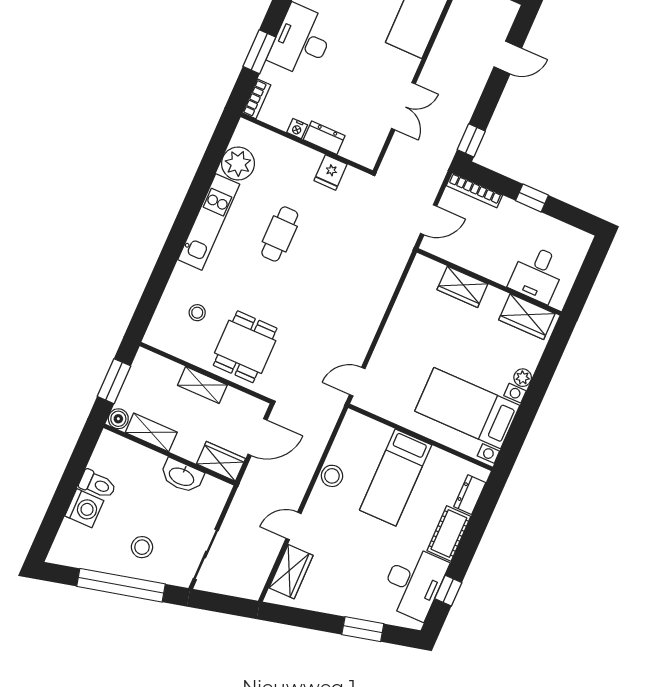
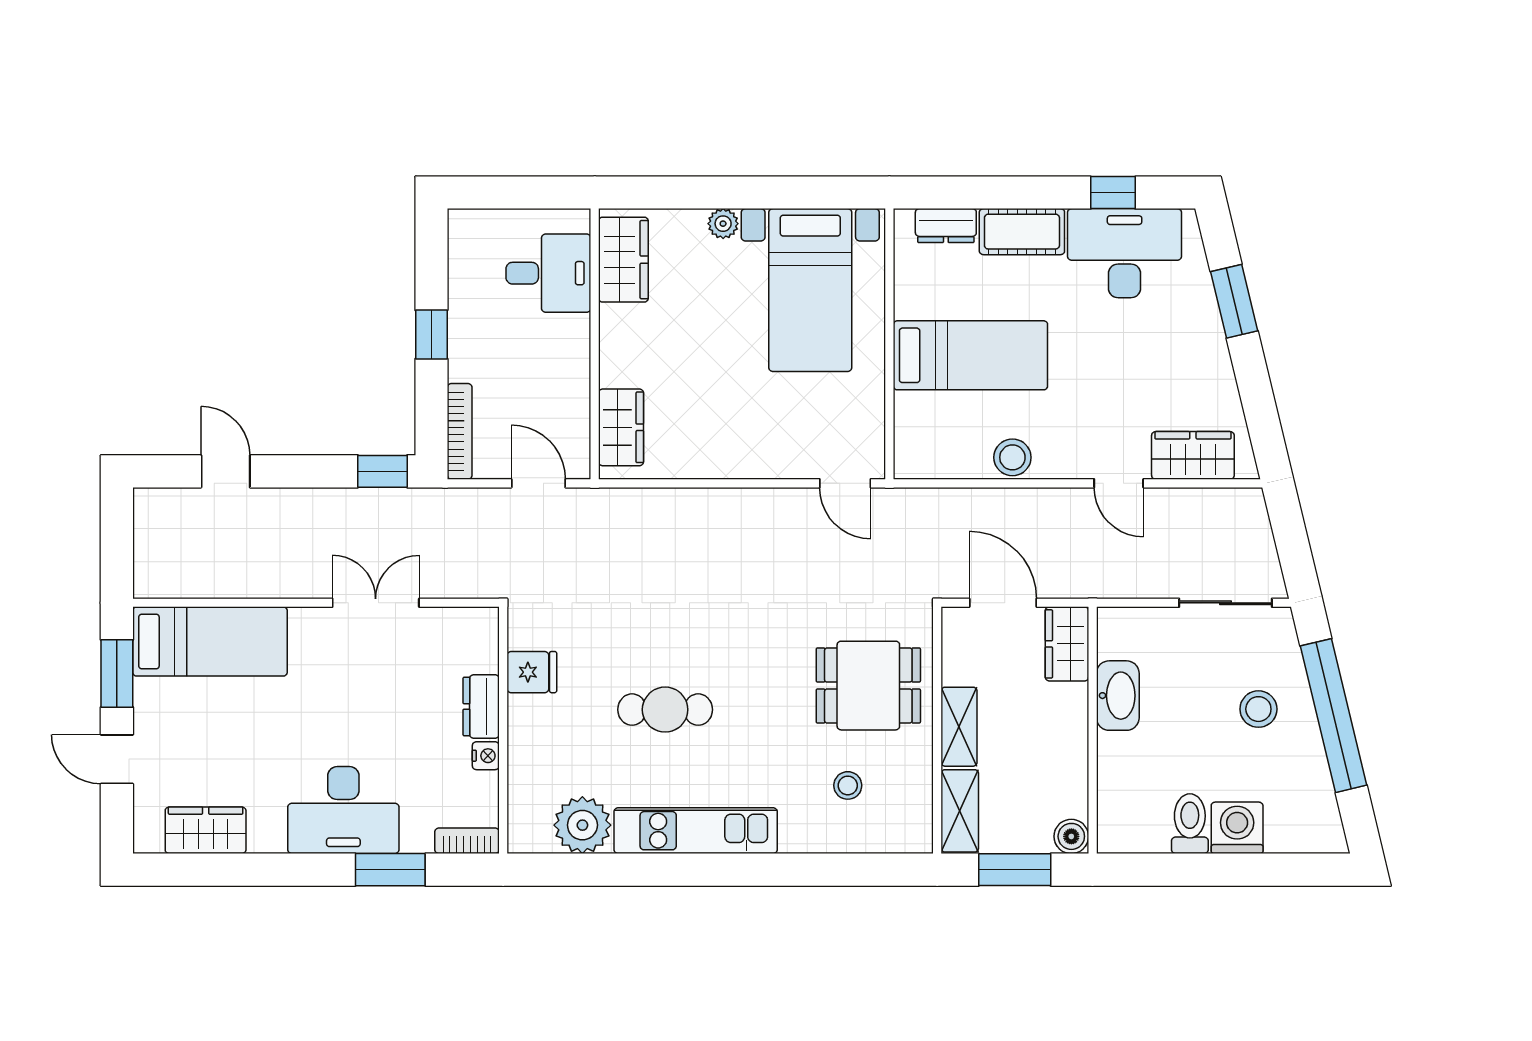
wardrobe: (462, 287) -> (621, 427), moved
shelving: (151, 432) -> (960, 811), moved

